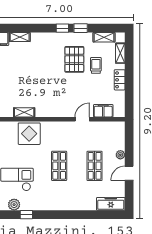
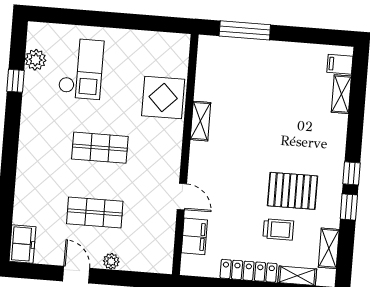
locker: (120, 80) -> (249, 271), width x1.53
shelving: (24, 112) -> (200, 121), moved
freezer: (111, 204) -> (22, 244), width x0.71

